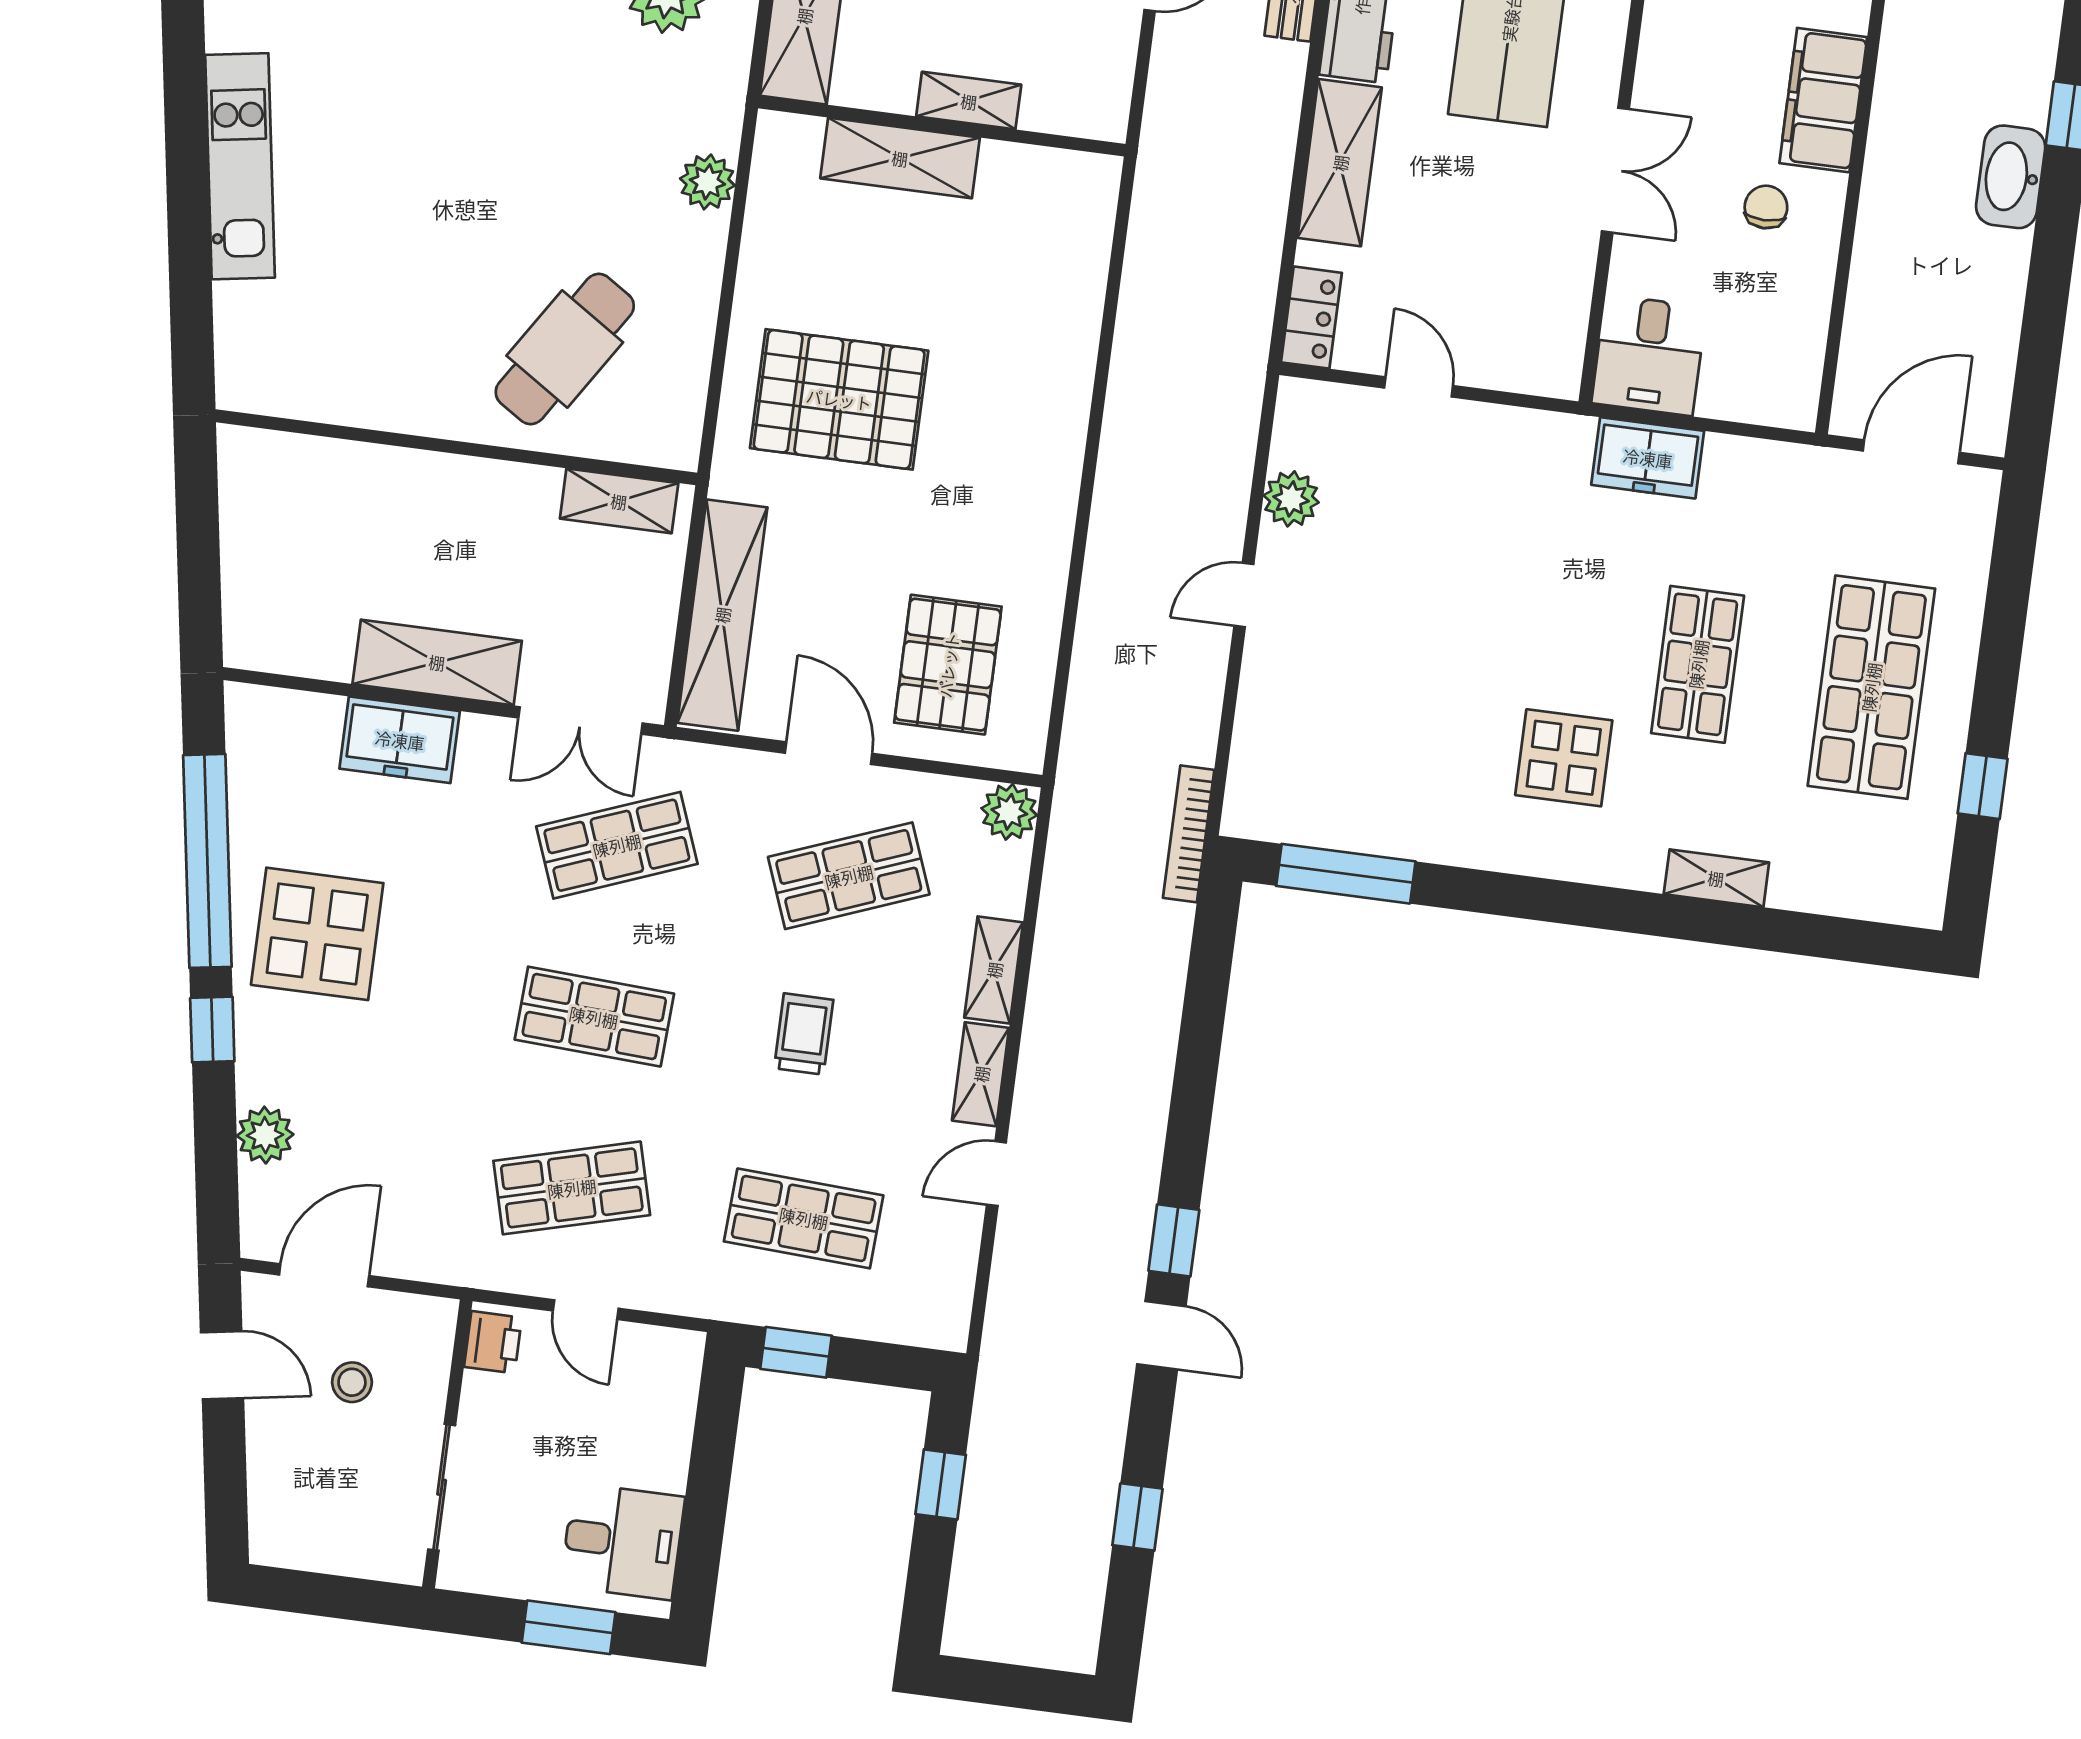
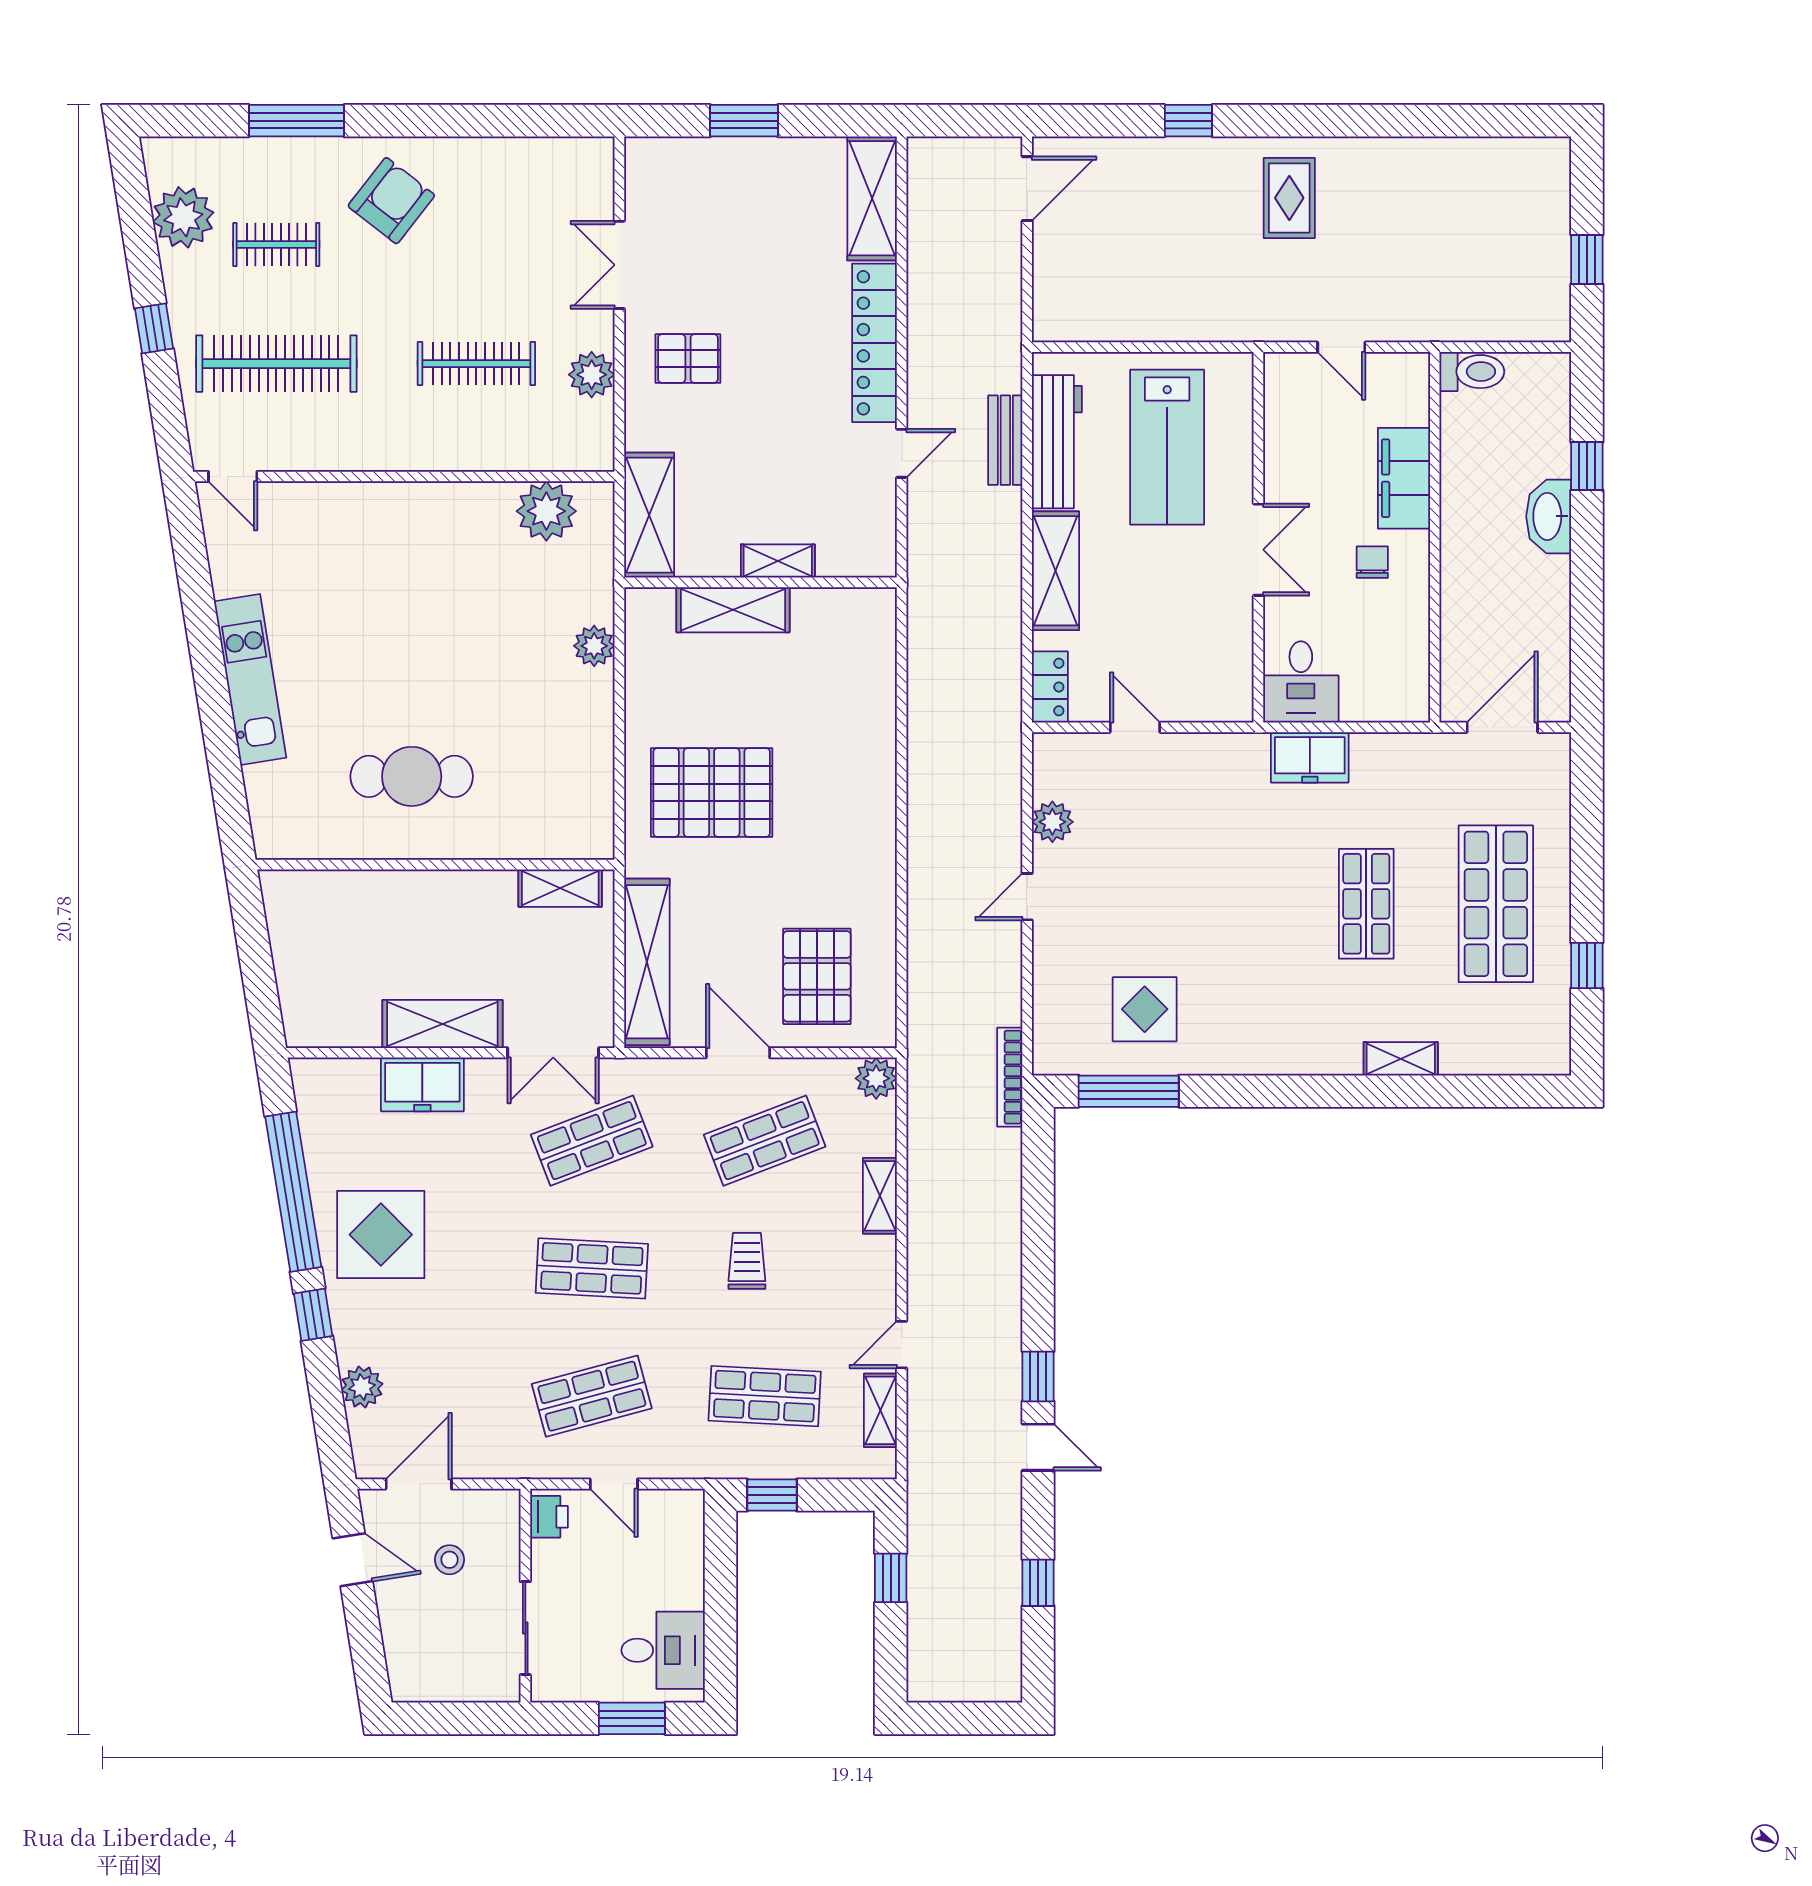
cafe table: (565, 349) -> (412, 776), moved, turned 57
display table: (1564, 758) -> (1145, 1009), moved
shelving: (981, 1074) -> (880, 1410), moved

